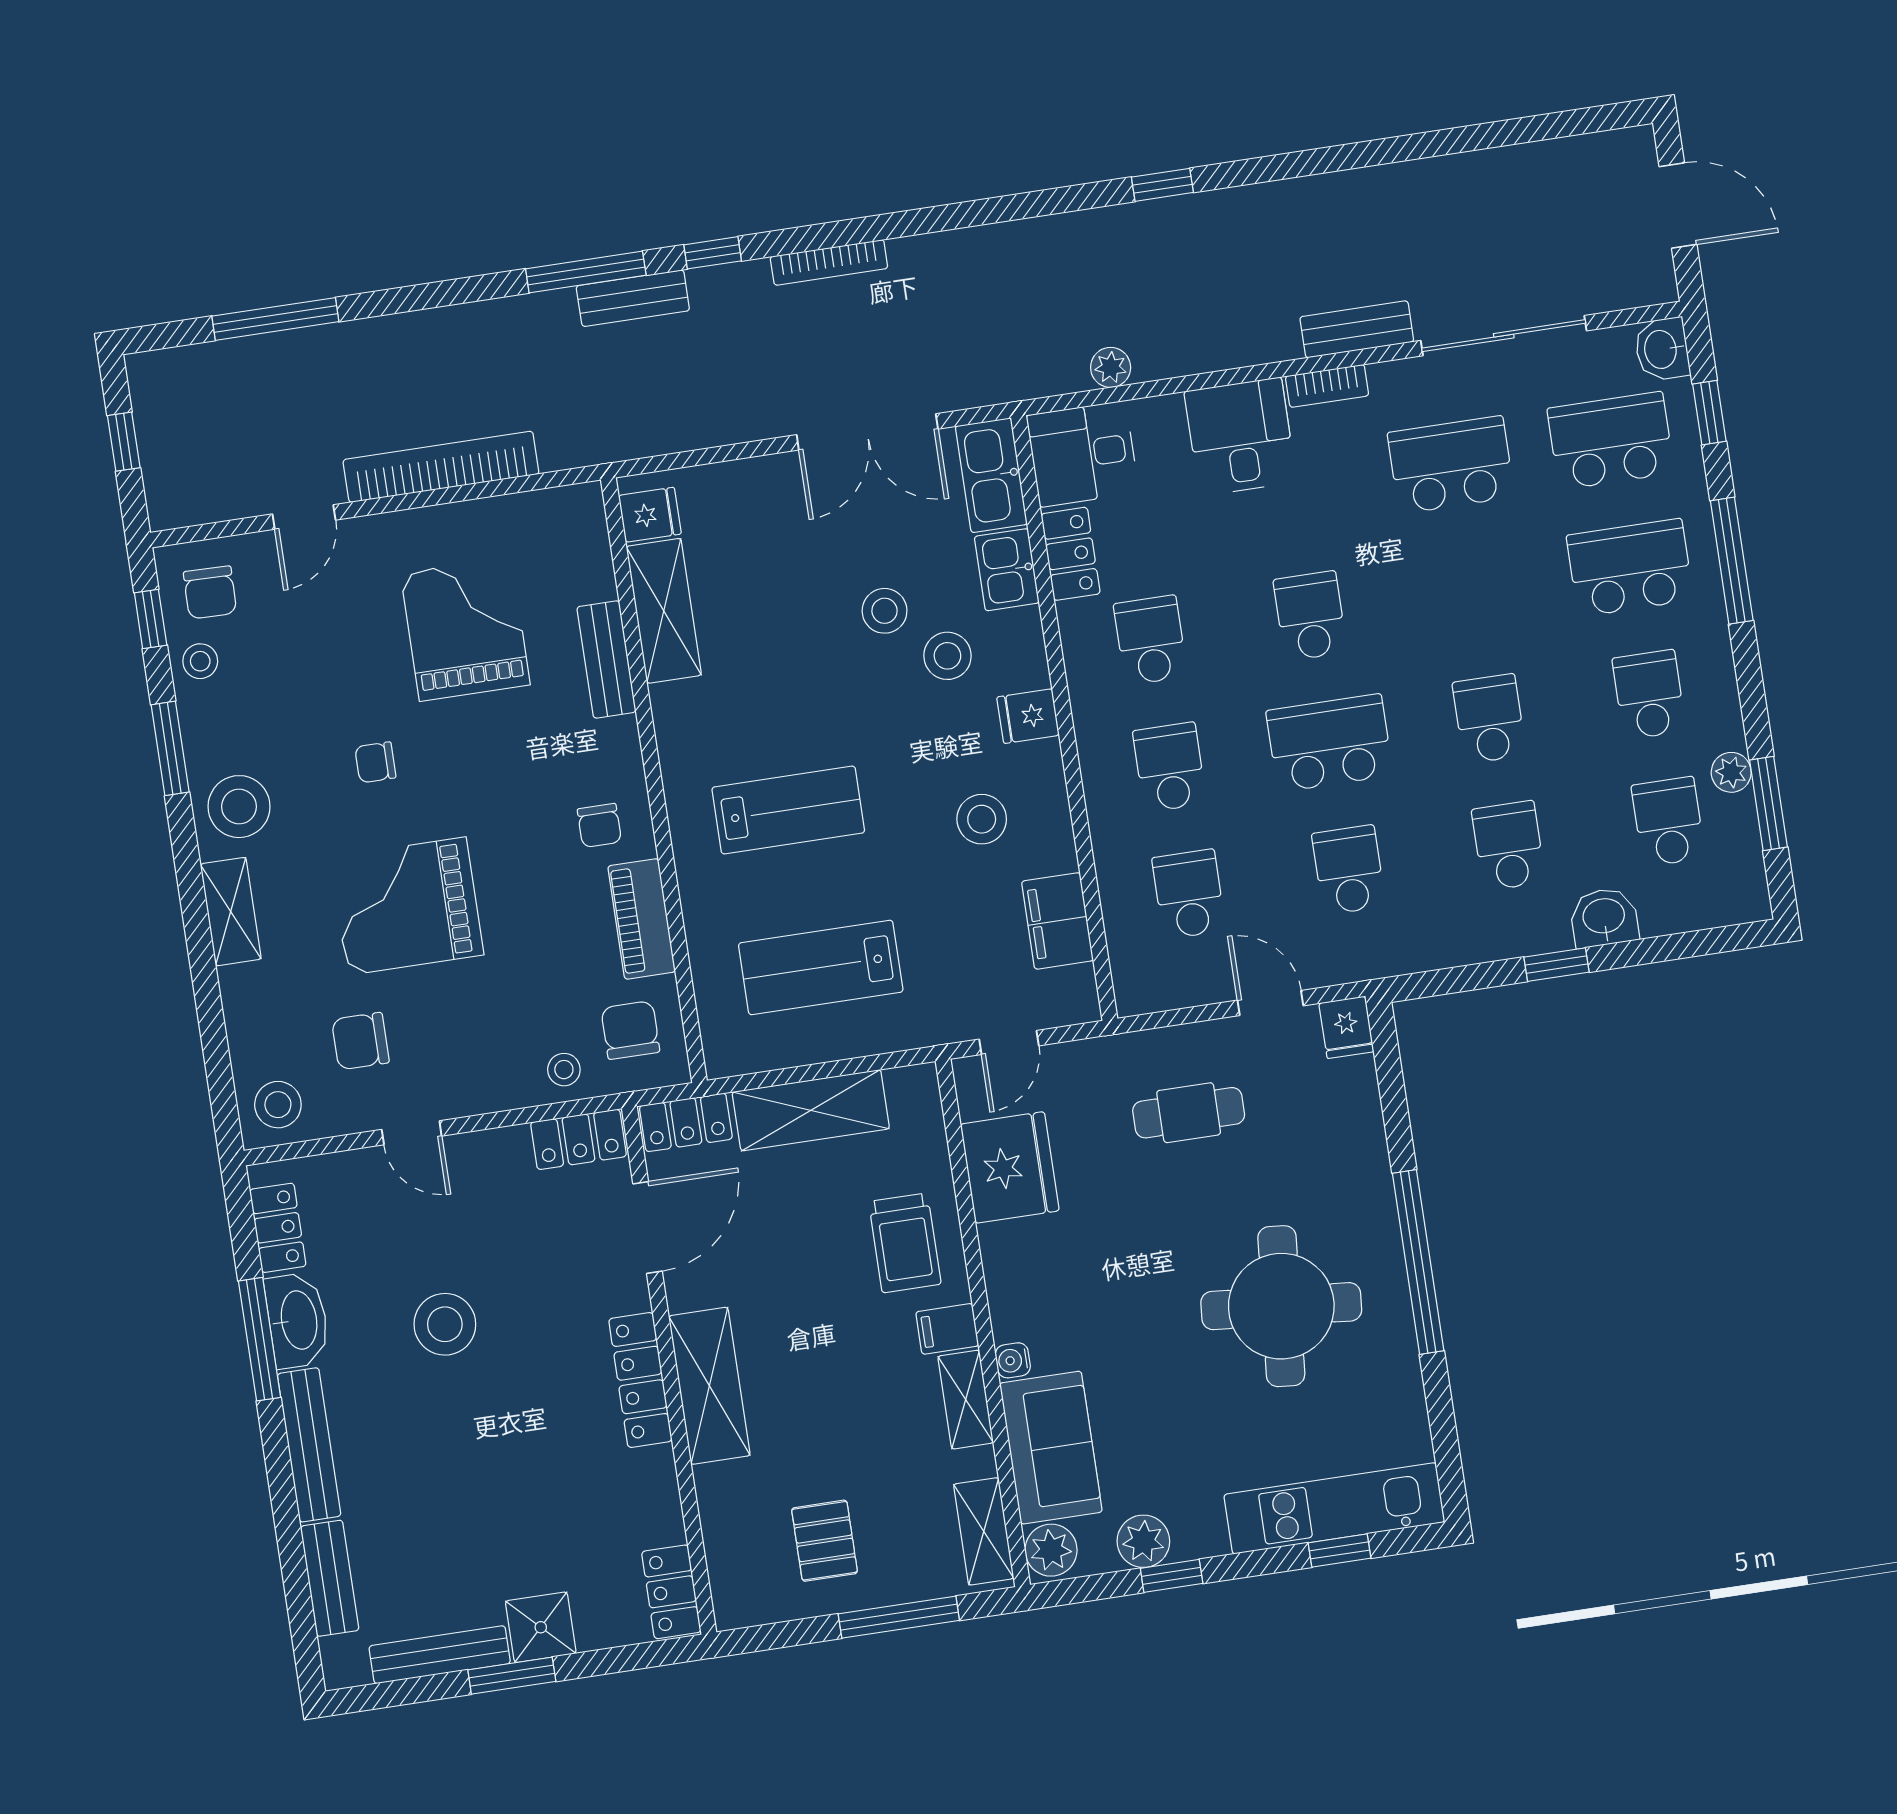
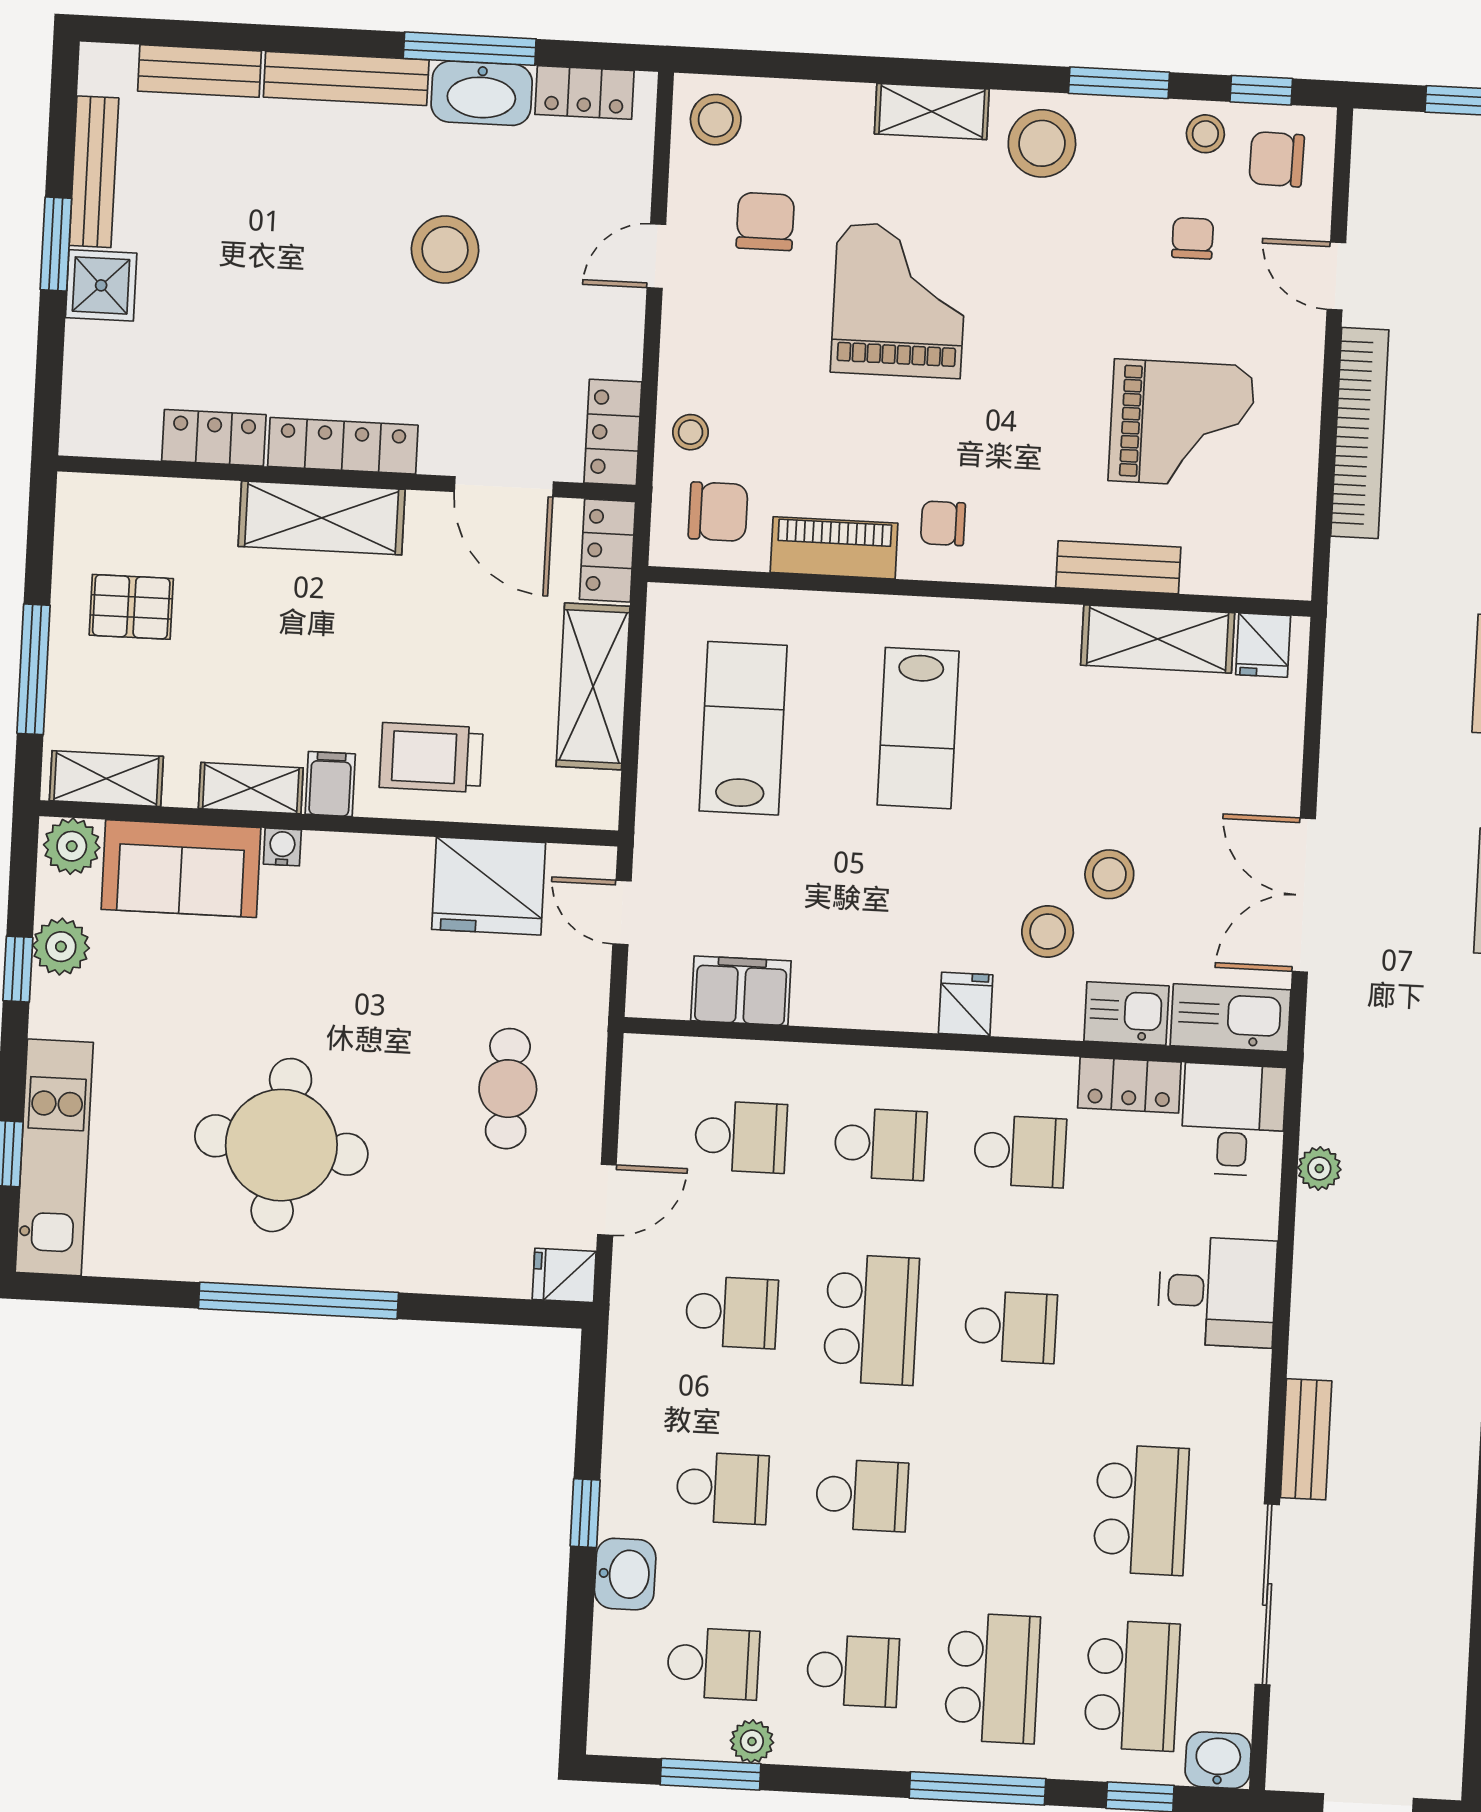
bookcase: (1327, 386) -> (1252, 1395), removed
chair: (375, 762) -> (1193, 238), moved
stool: (982, 819) -> (866, 932), removed
locker: (671, 1592) -> (214, 438), moved

